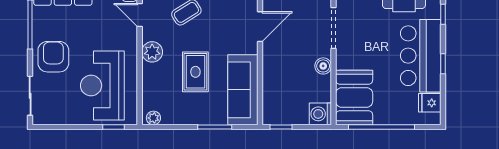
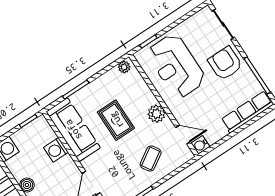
armchair: (53, 57) -> (225, 63), turned 180
washing machine: (273, 81) -> (56, 150), added
reception desk: (102, 86) -> (176, 66), turned 180

